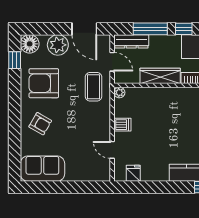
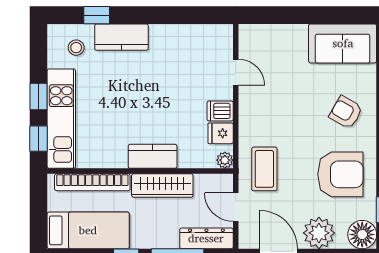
kitchen counter: (166, 95) -> (153, 156), added
fridge: (133, 173) -> (221, 133), moved, turned 90

